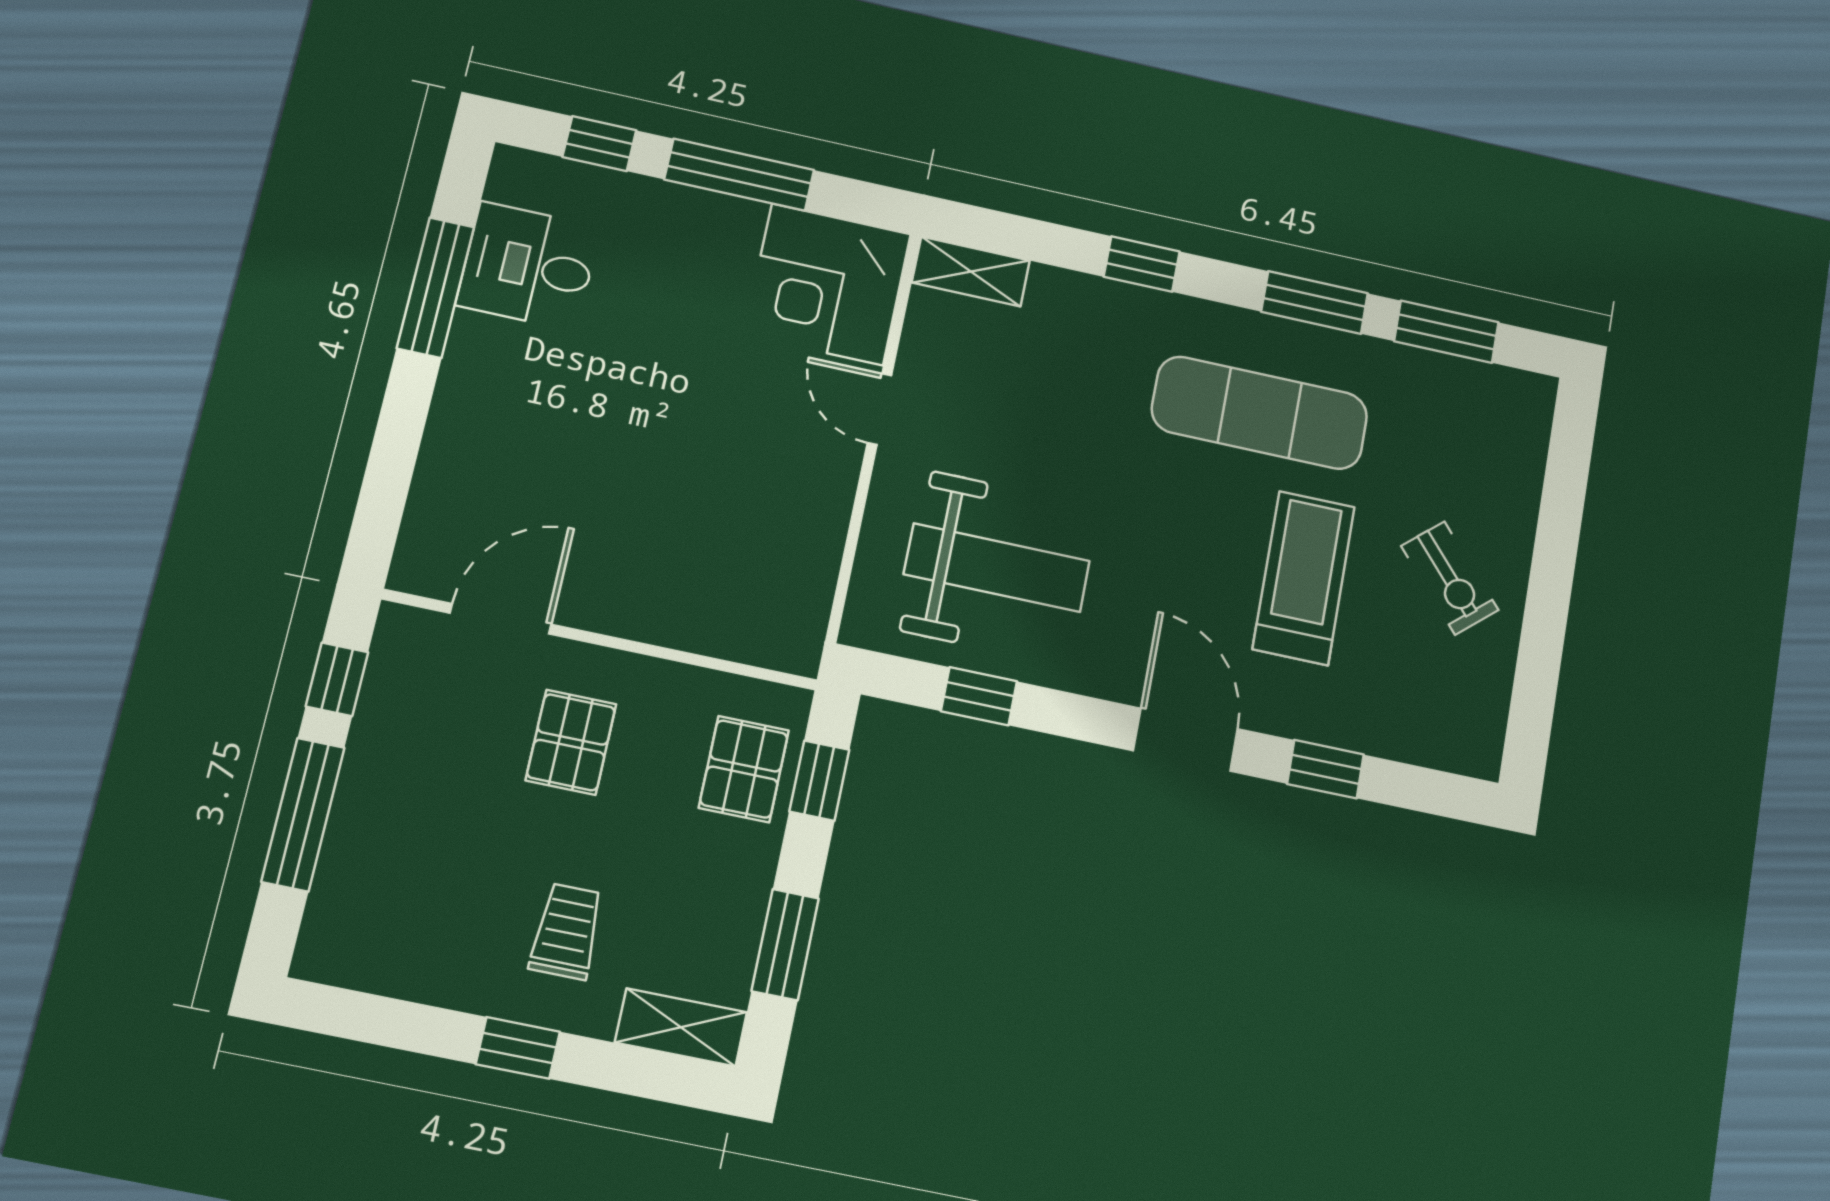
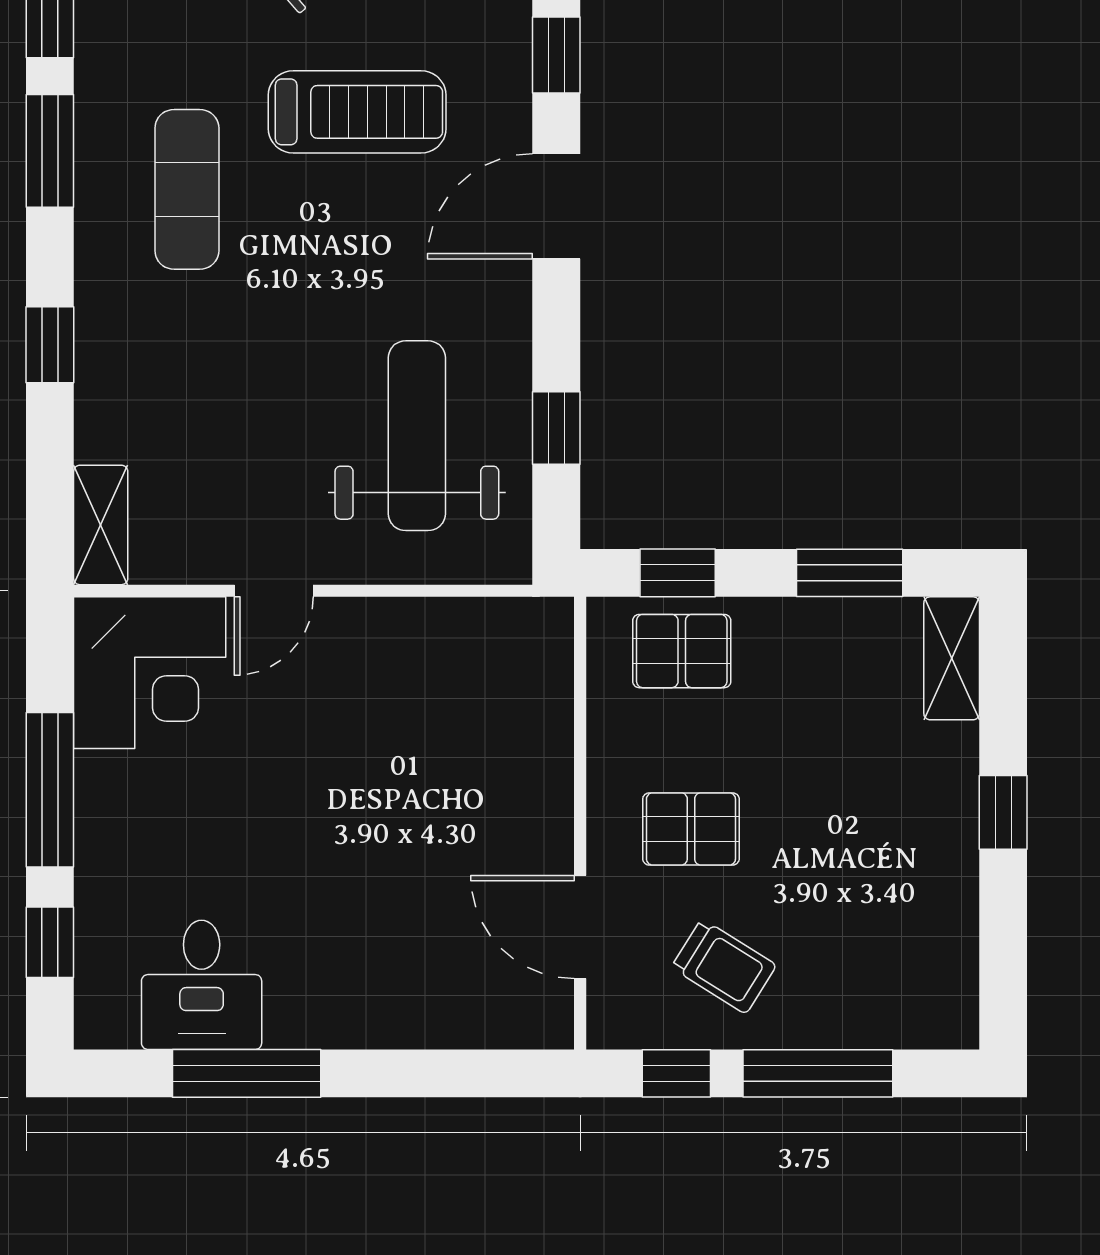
exercise mat: (1260, 413) -> (187, 189), width x0.73, depth x0.69
treadmill: (1304, 578) -> (357, 112), turned 180
trolley: (567, 931) -> (724, 966), moved, turned -148

